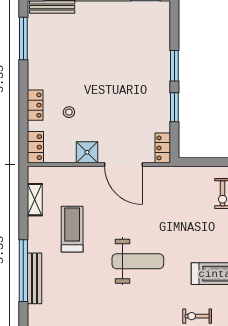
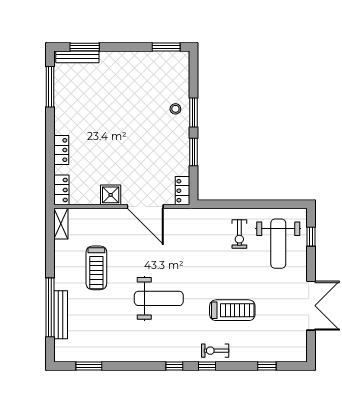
stool: (69, 112) -> (175, 109), moved
shelving: (35, 200) -> (61, 224), moved
treadmill: (72, 229) -> (96, 268), turned 180

